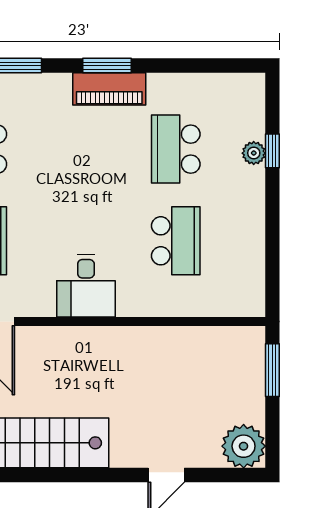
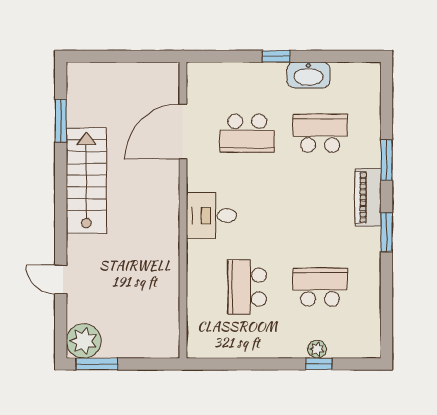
piano: (109, 89) -> (368, 197), moved
school desk: (176, 241) -> (247, 287), turned 90
window: (272, 370) -> (97, 364), moved

